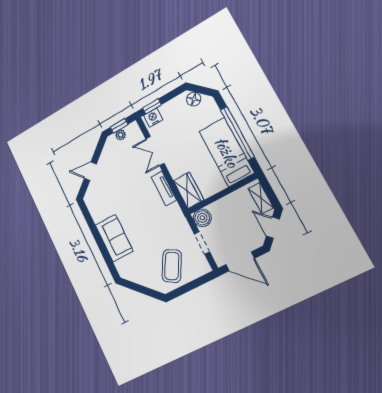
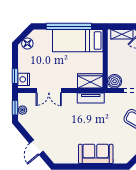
tv unit: (164, 188) -> (91, 98), moved

